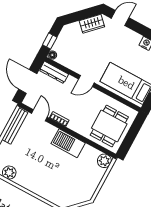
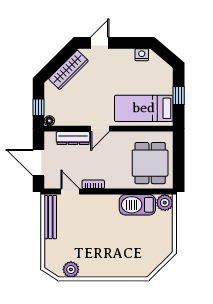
wardrobe: (92, 24) -> (68, 70), width x1.50
dresser: (54, 72) -> (73, 138), moved
barbecue: (68, 143) -> (137, 205), moved

